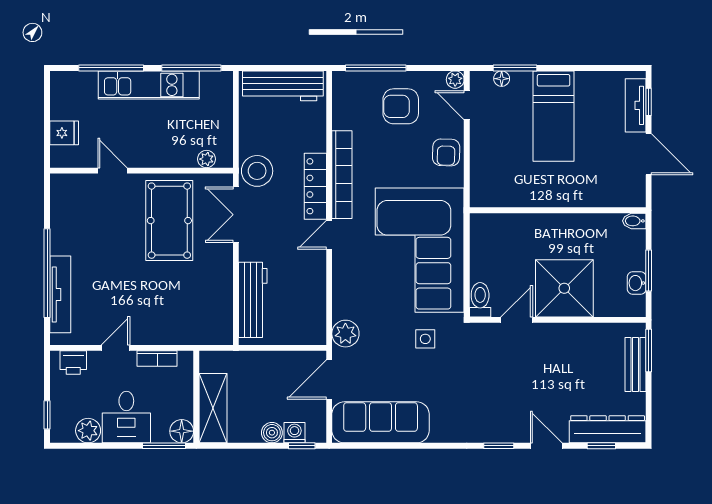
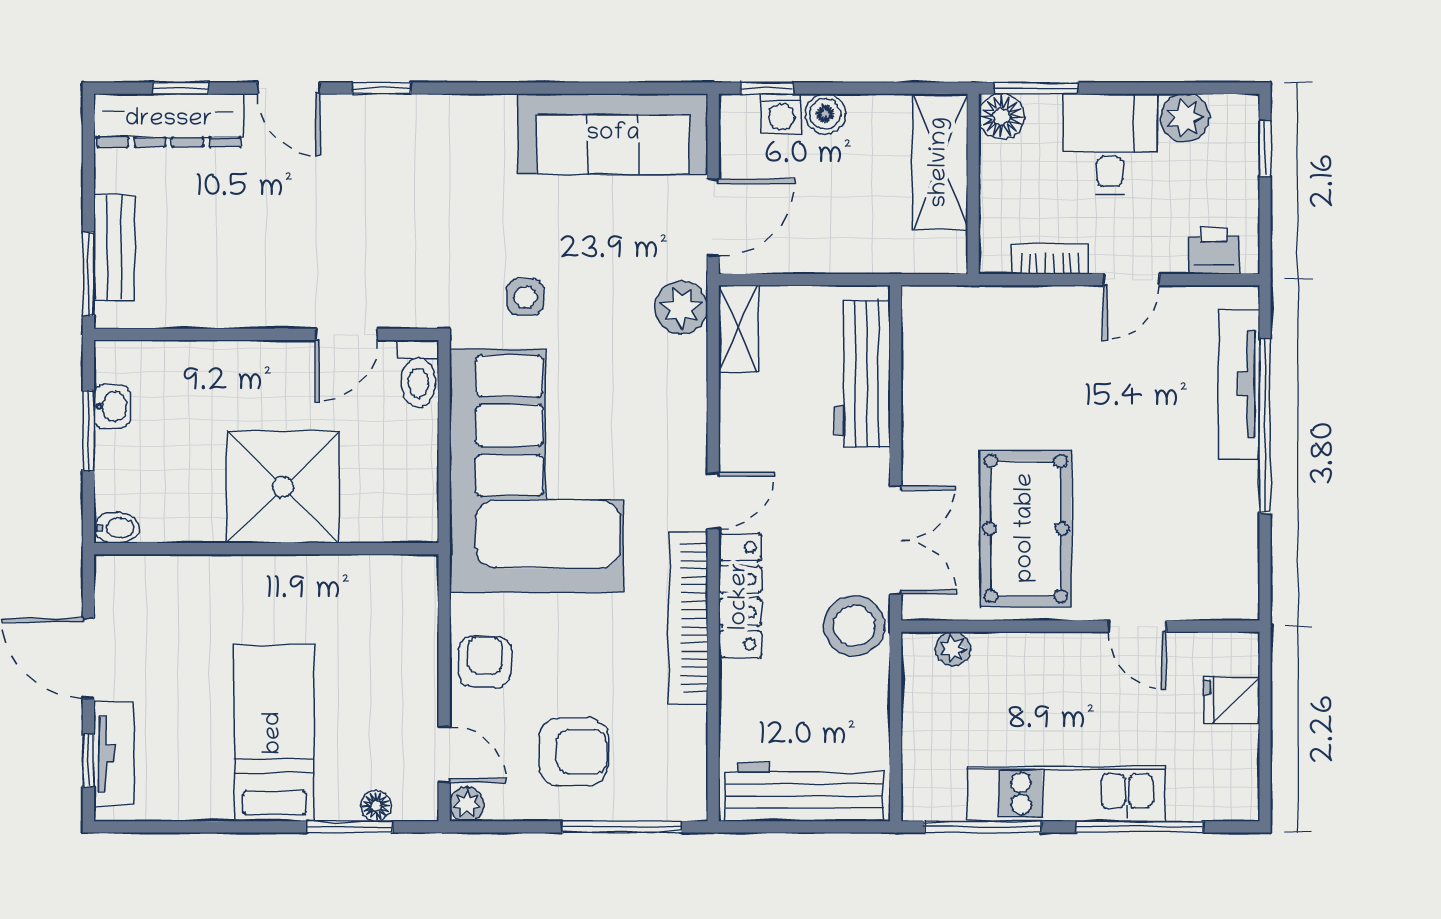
shower: (564, 288) -> (283, 487), moved
shelving: (316, 323) -> (738, 329), added

